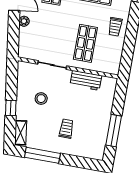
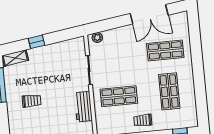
plant: (24, 21) -> (97, 37), moved
stool: (41, 99) -> (54, 69), removed

